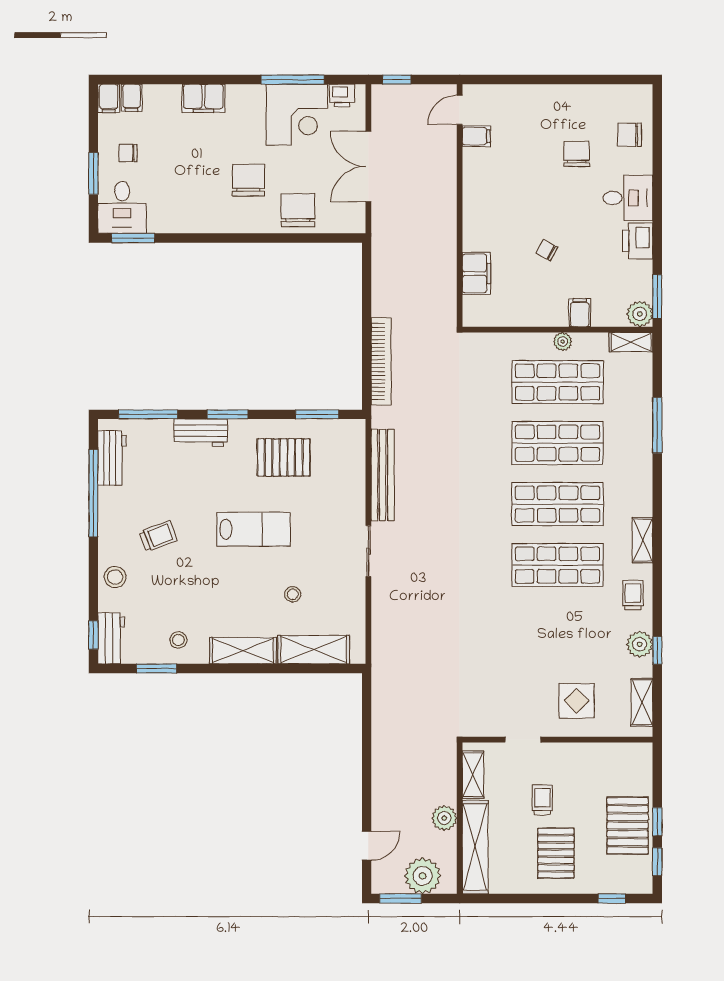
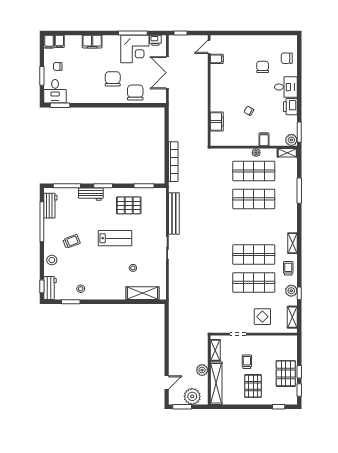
shop shelf: (558, 504) -> (254, 282), moved
shelving: (243, 651) -> (110, 294), removed

